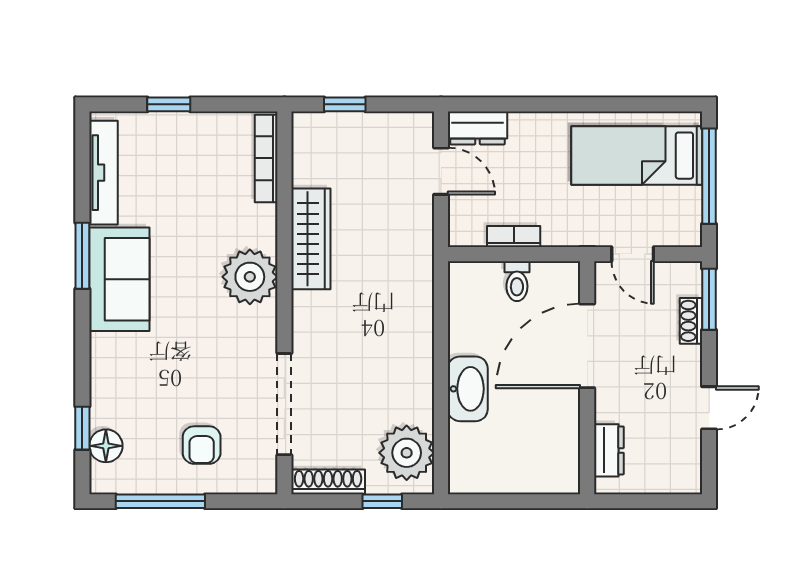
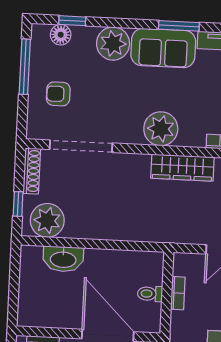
plant: (116, 361) -> (113, 44), added
washbasin: (468, 389) -> (63, 259), moved

